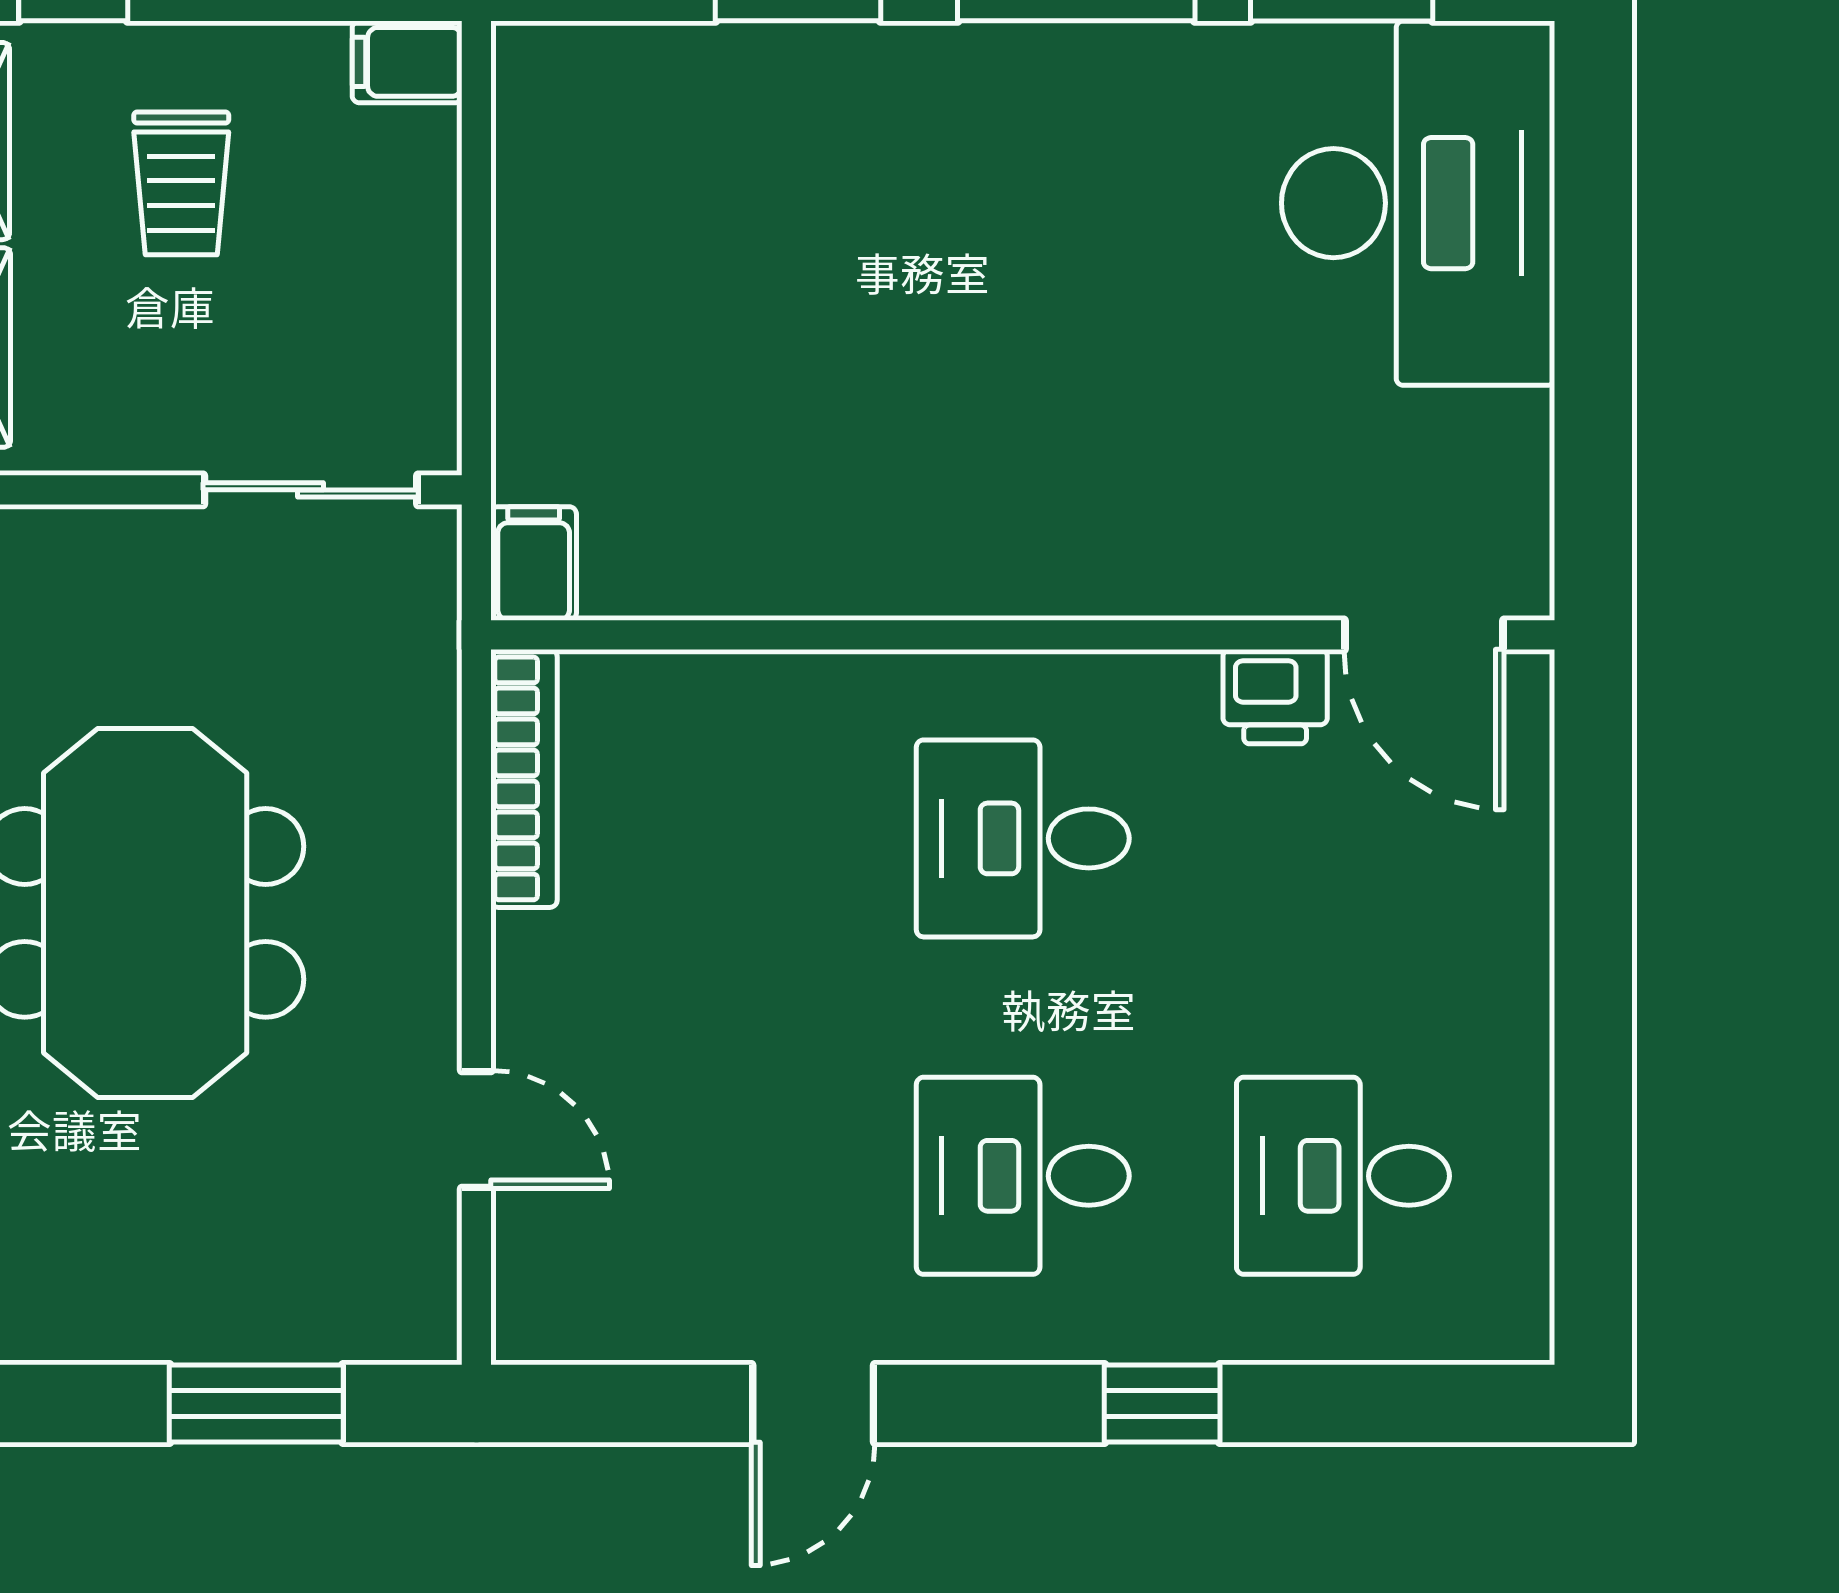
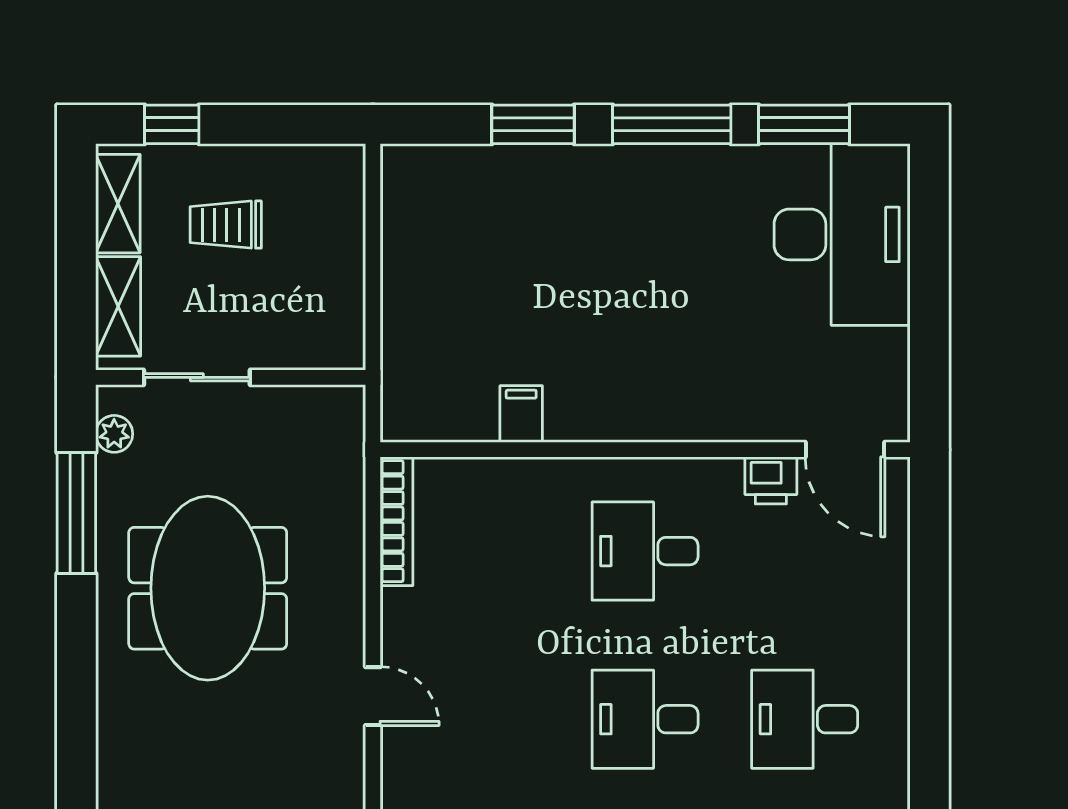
filing cabinet: (407, 62) -> (338, 164), removed
trolley: (181, 183) -> (226, 225), turned 90
sliding door: (311, 490) -> (197, 377), moved
filing cabinet: (534, 563) -> (521, 414), moved

